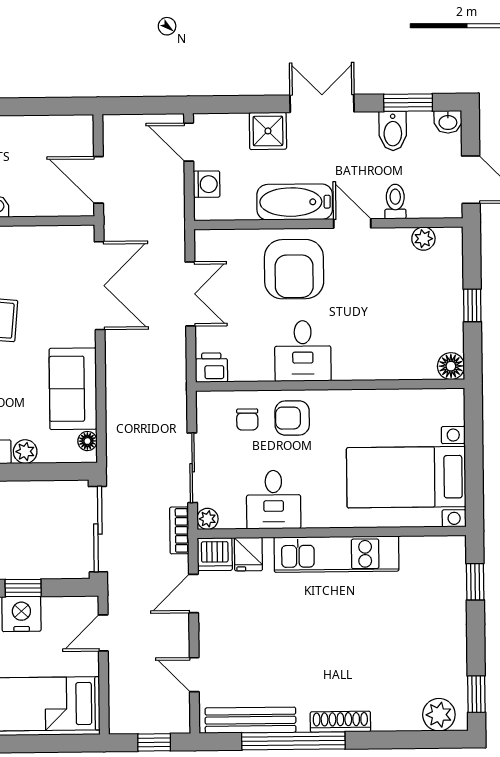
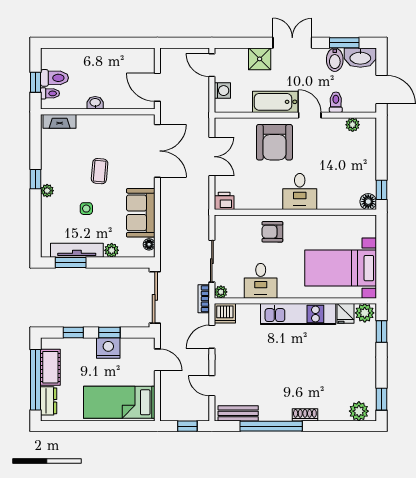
washbasin: (448, 122) -> (360, 58), width x1.91, depth x1.45
window: (472, 305) -> (381, 190), moved
desk: (303, 351) -> (300, 192), moved
chair: (247, 419) -> (245, 232), removed
plant: (447, 551) -> (365, 313), added
fridge: (248, 554) -> (345, 313), moved
door: (103, 633) -> (157, 360), swing flipped
bench: (250, 720) -> (238, 413), width x0.73
shoe rack: (340, 722) -> (305, 415), width x0.70

